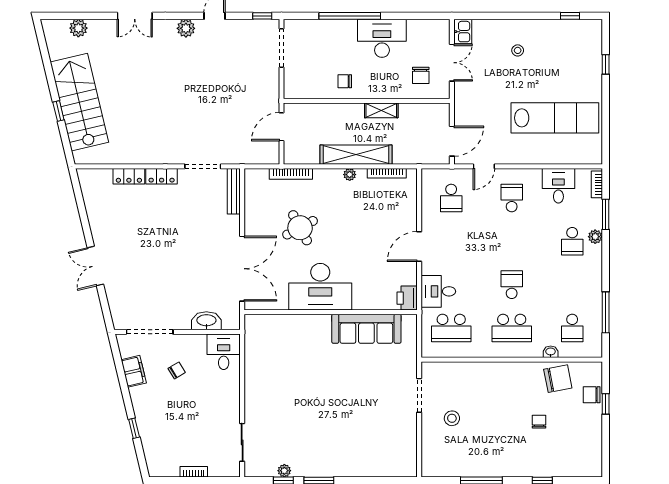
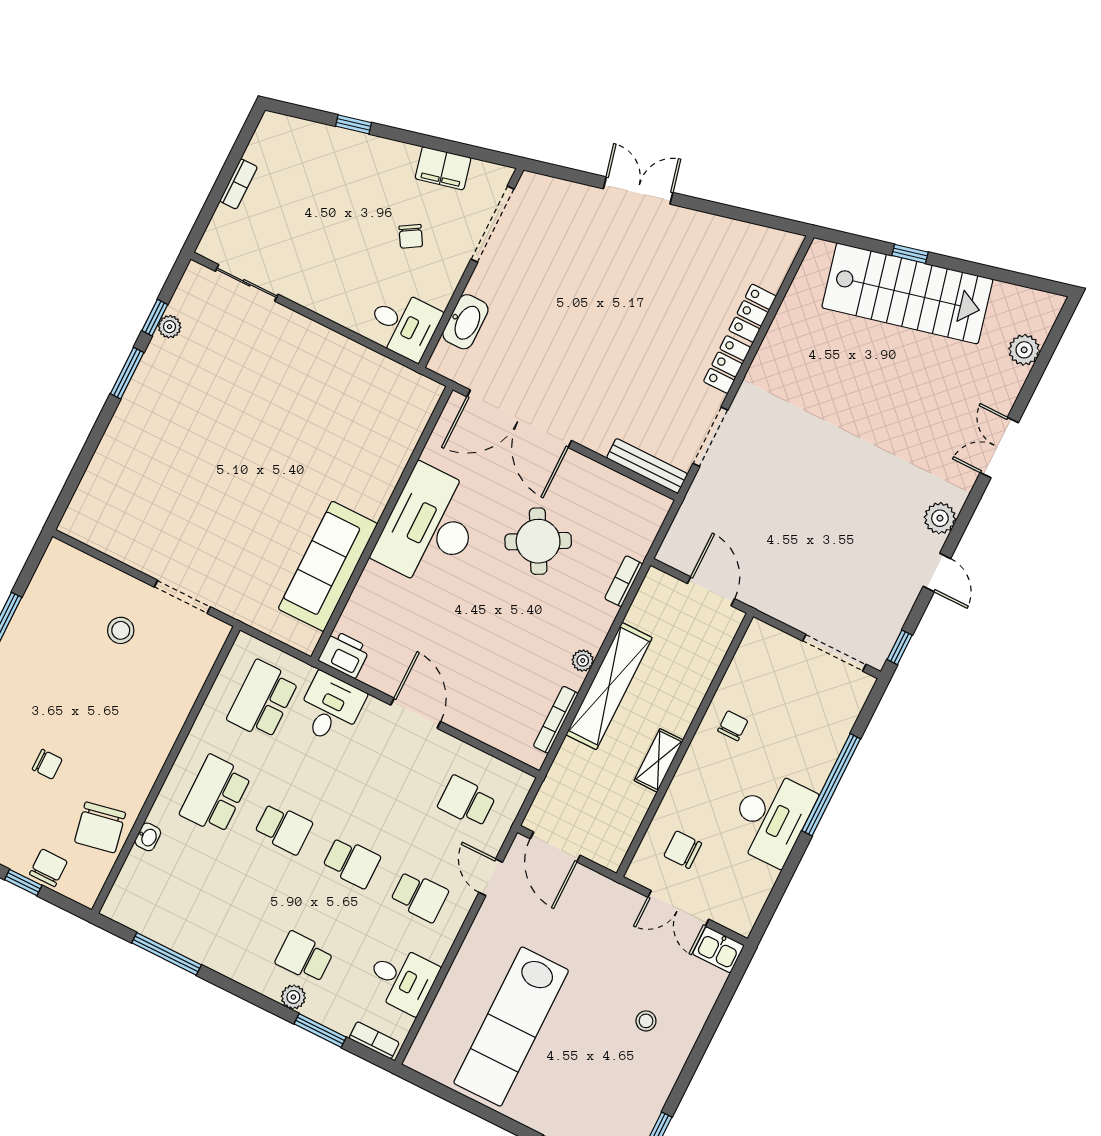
bookcase: (291, 174) -> (624, 581), width x0.64
school desk: (572, 328) -> (351, 862), moved, turned 180

